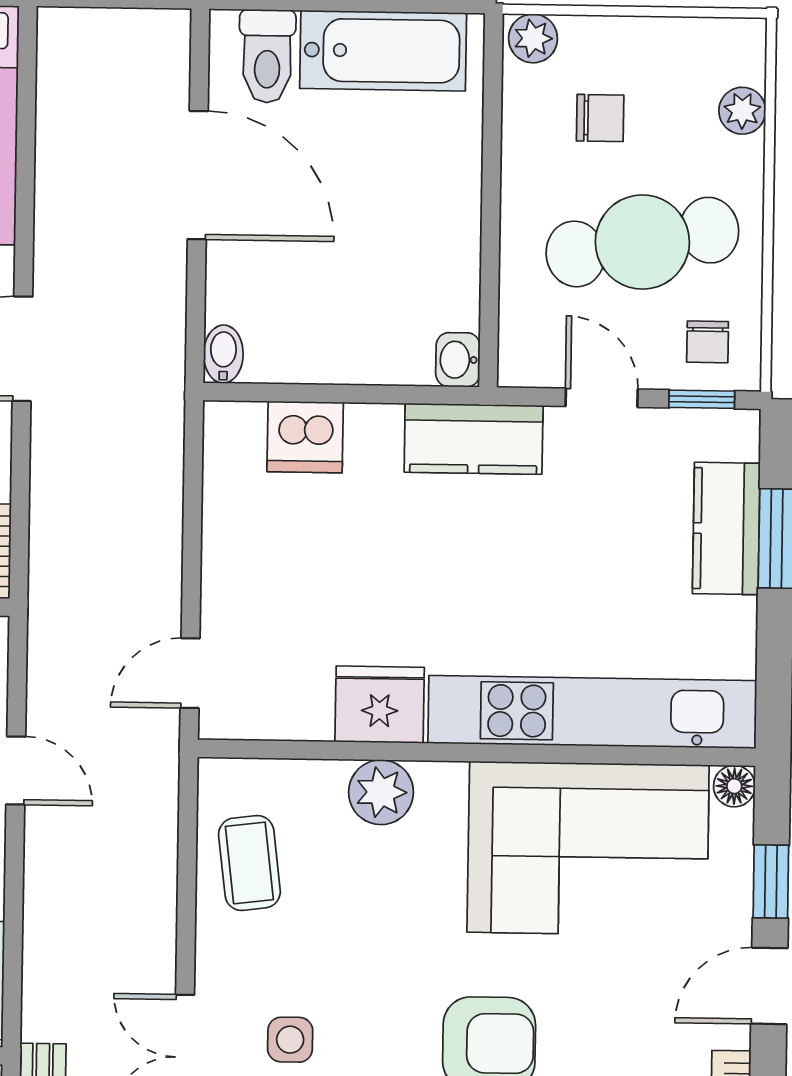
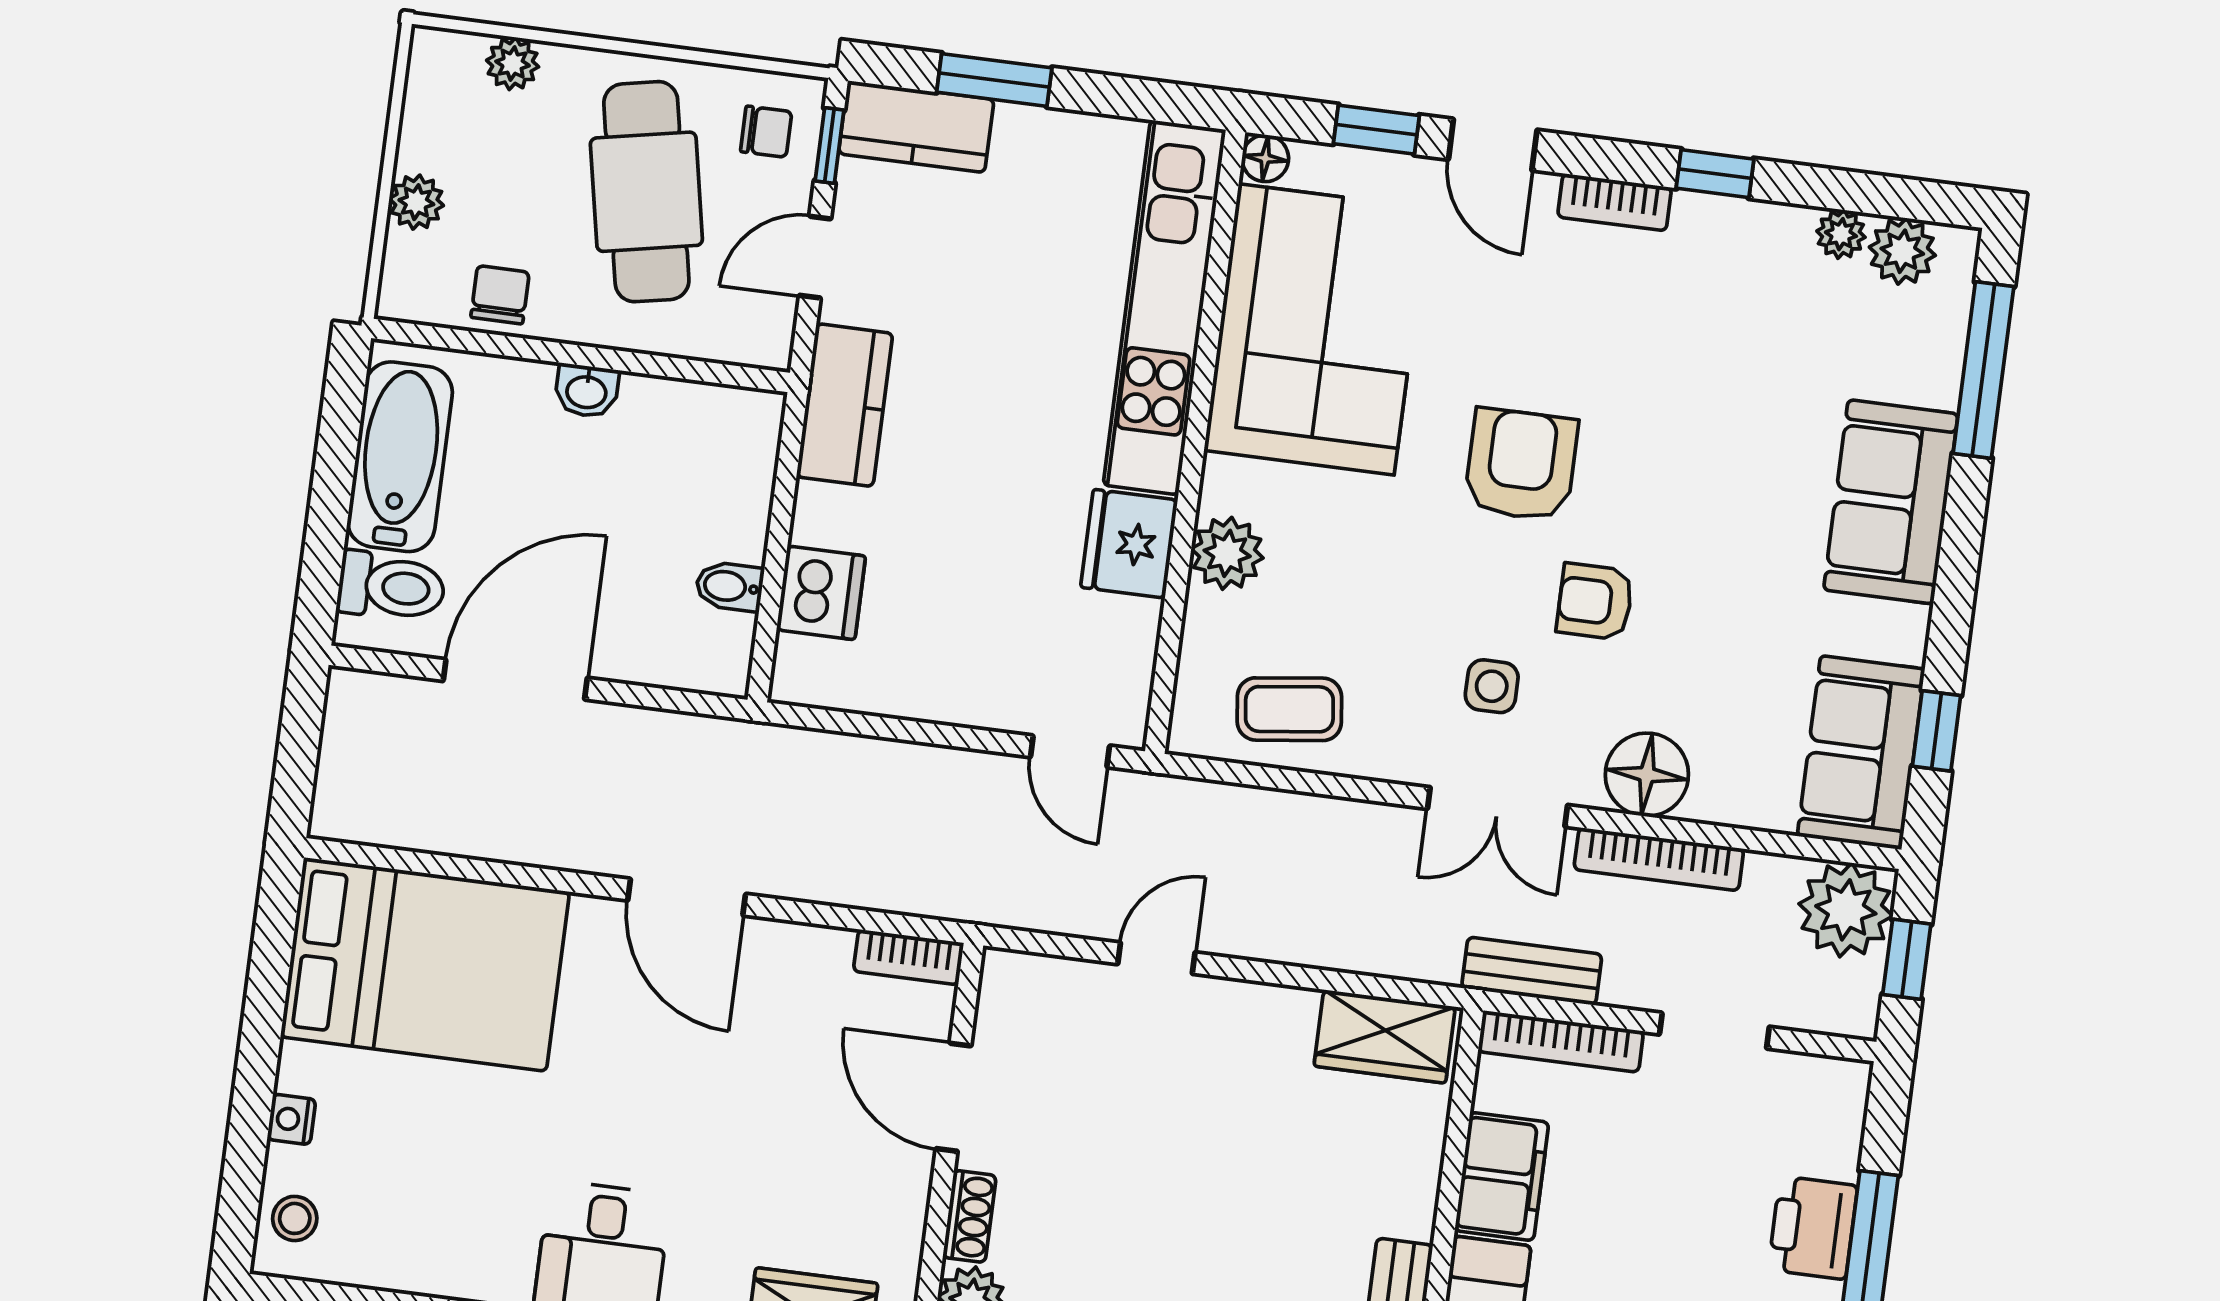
plant: (533, 38) -> (416, 202), moved
chair: (600, 118) -> (500, 295), moved
bidet: (223, 354) -> (729, 586), moved
washbasin: (458, 360) -> (587, 391), moved
kitchen counter: (726, 528) -> (916, 127), moved

